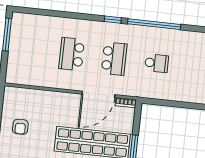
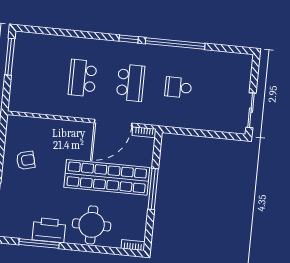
school desk: (157, 63) -> (178, 87), turned 180
armchair: (20, 127) -> (26, 160), turned -104

